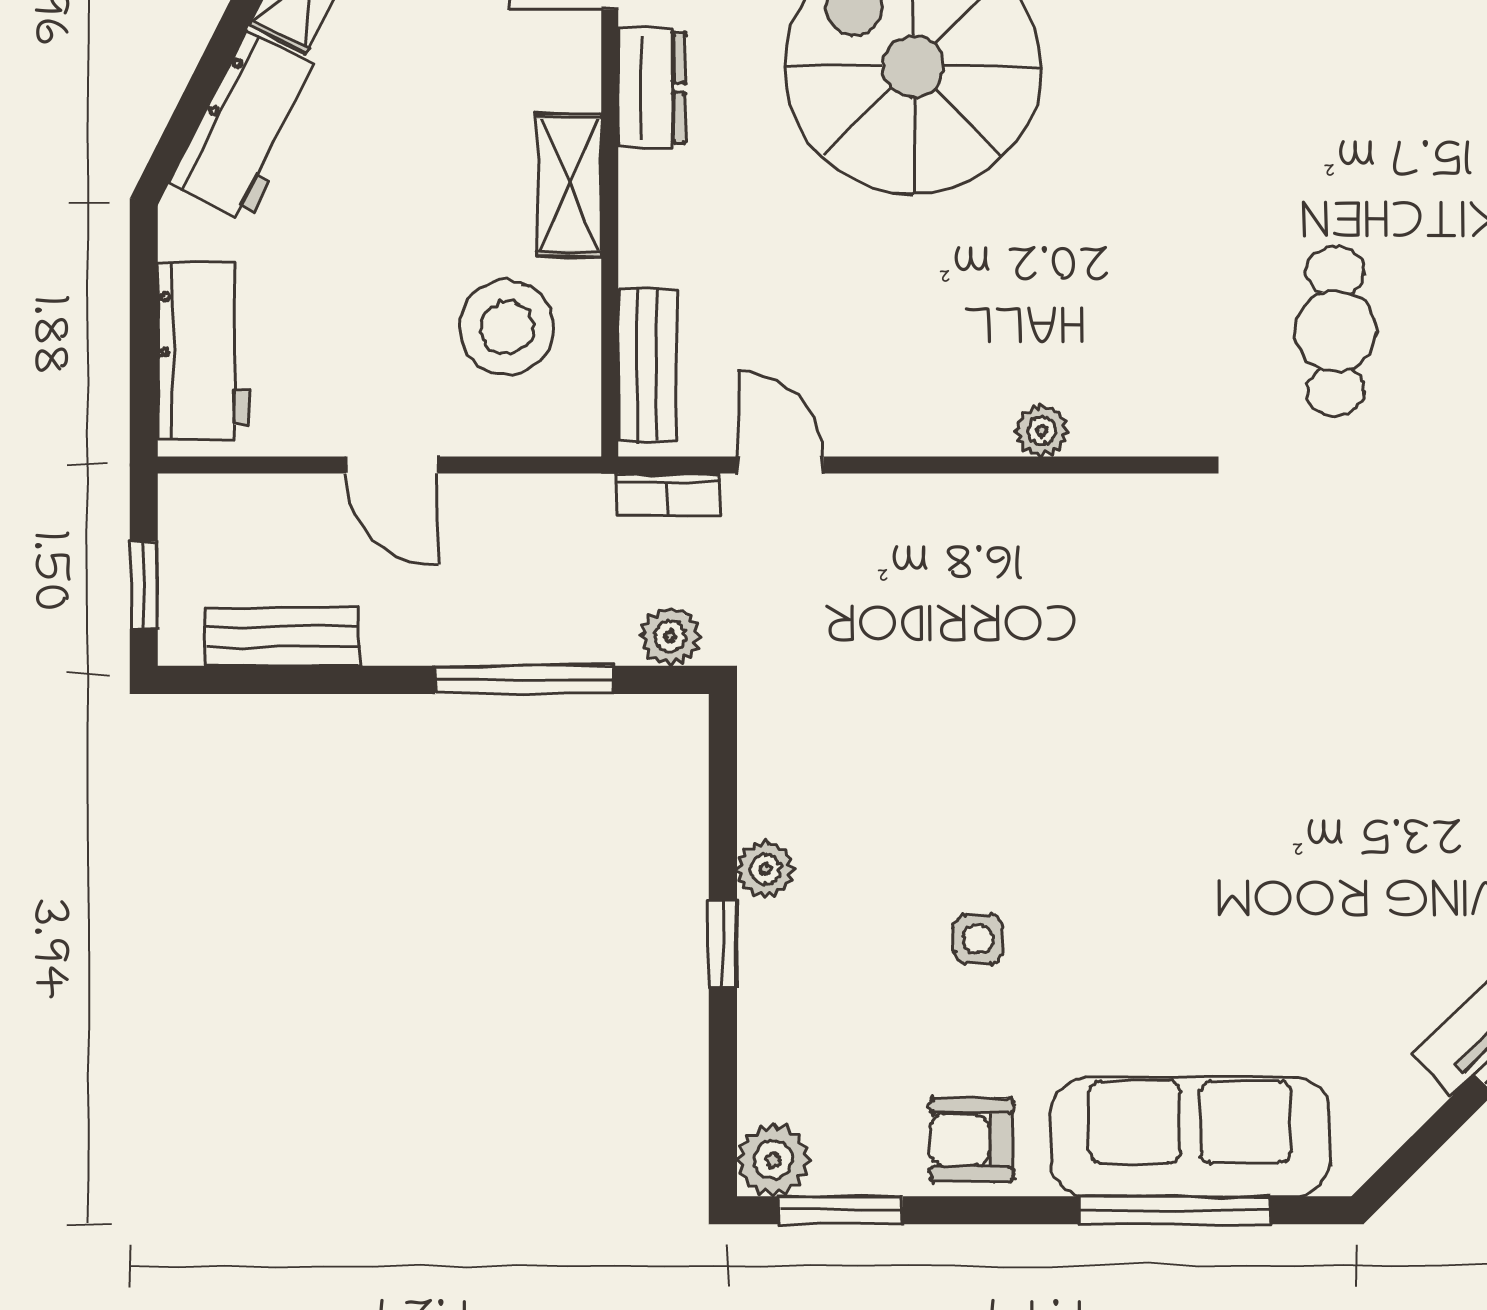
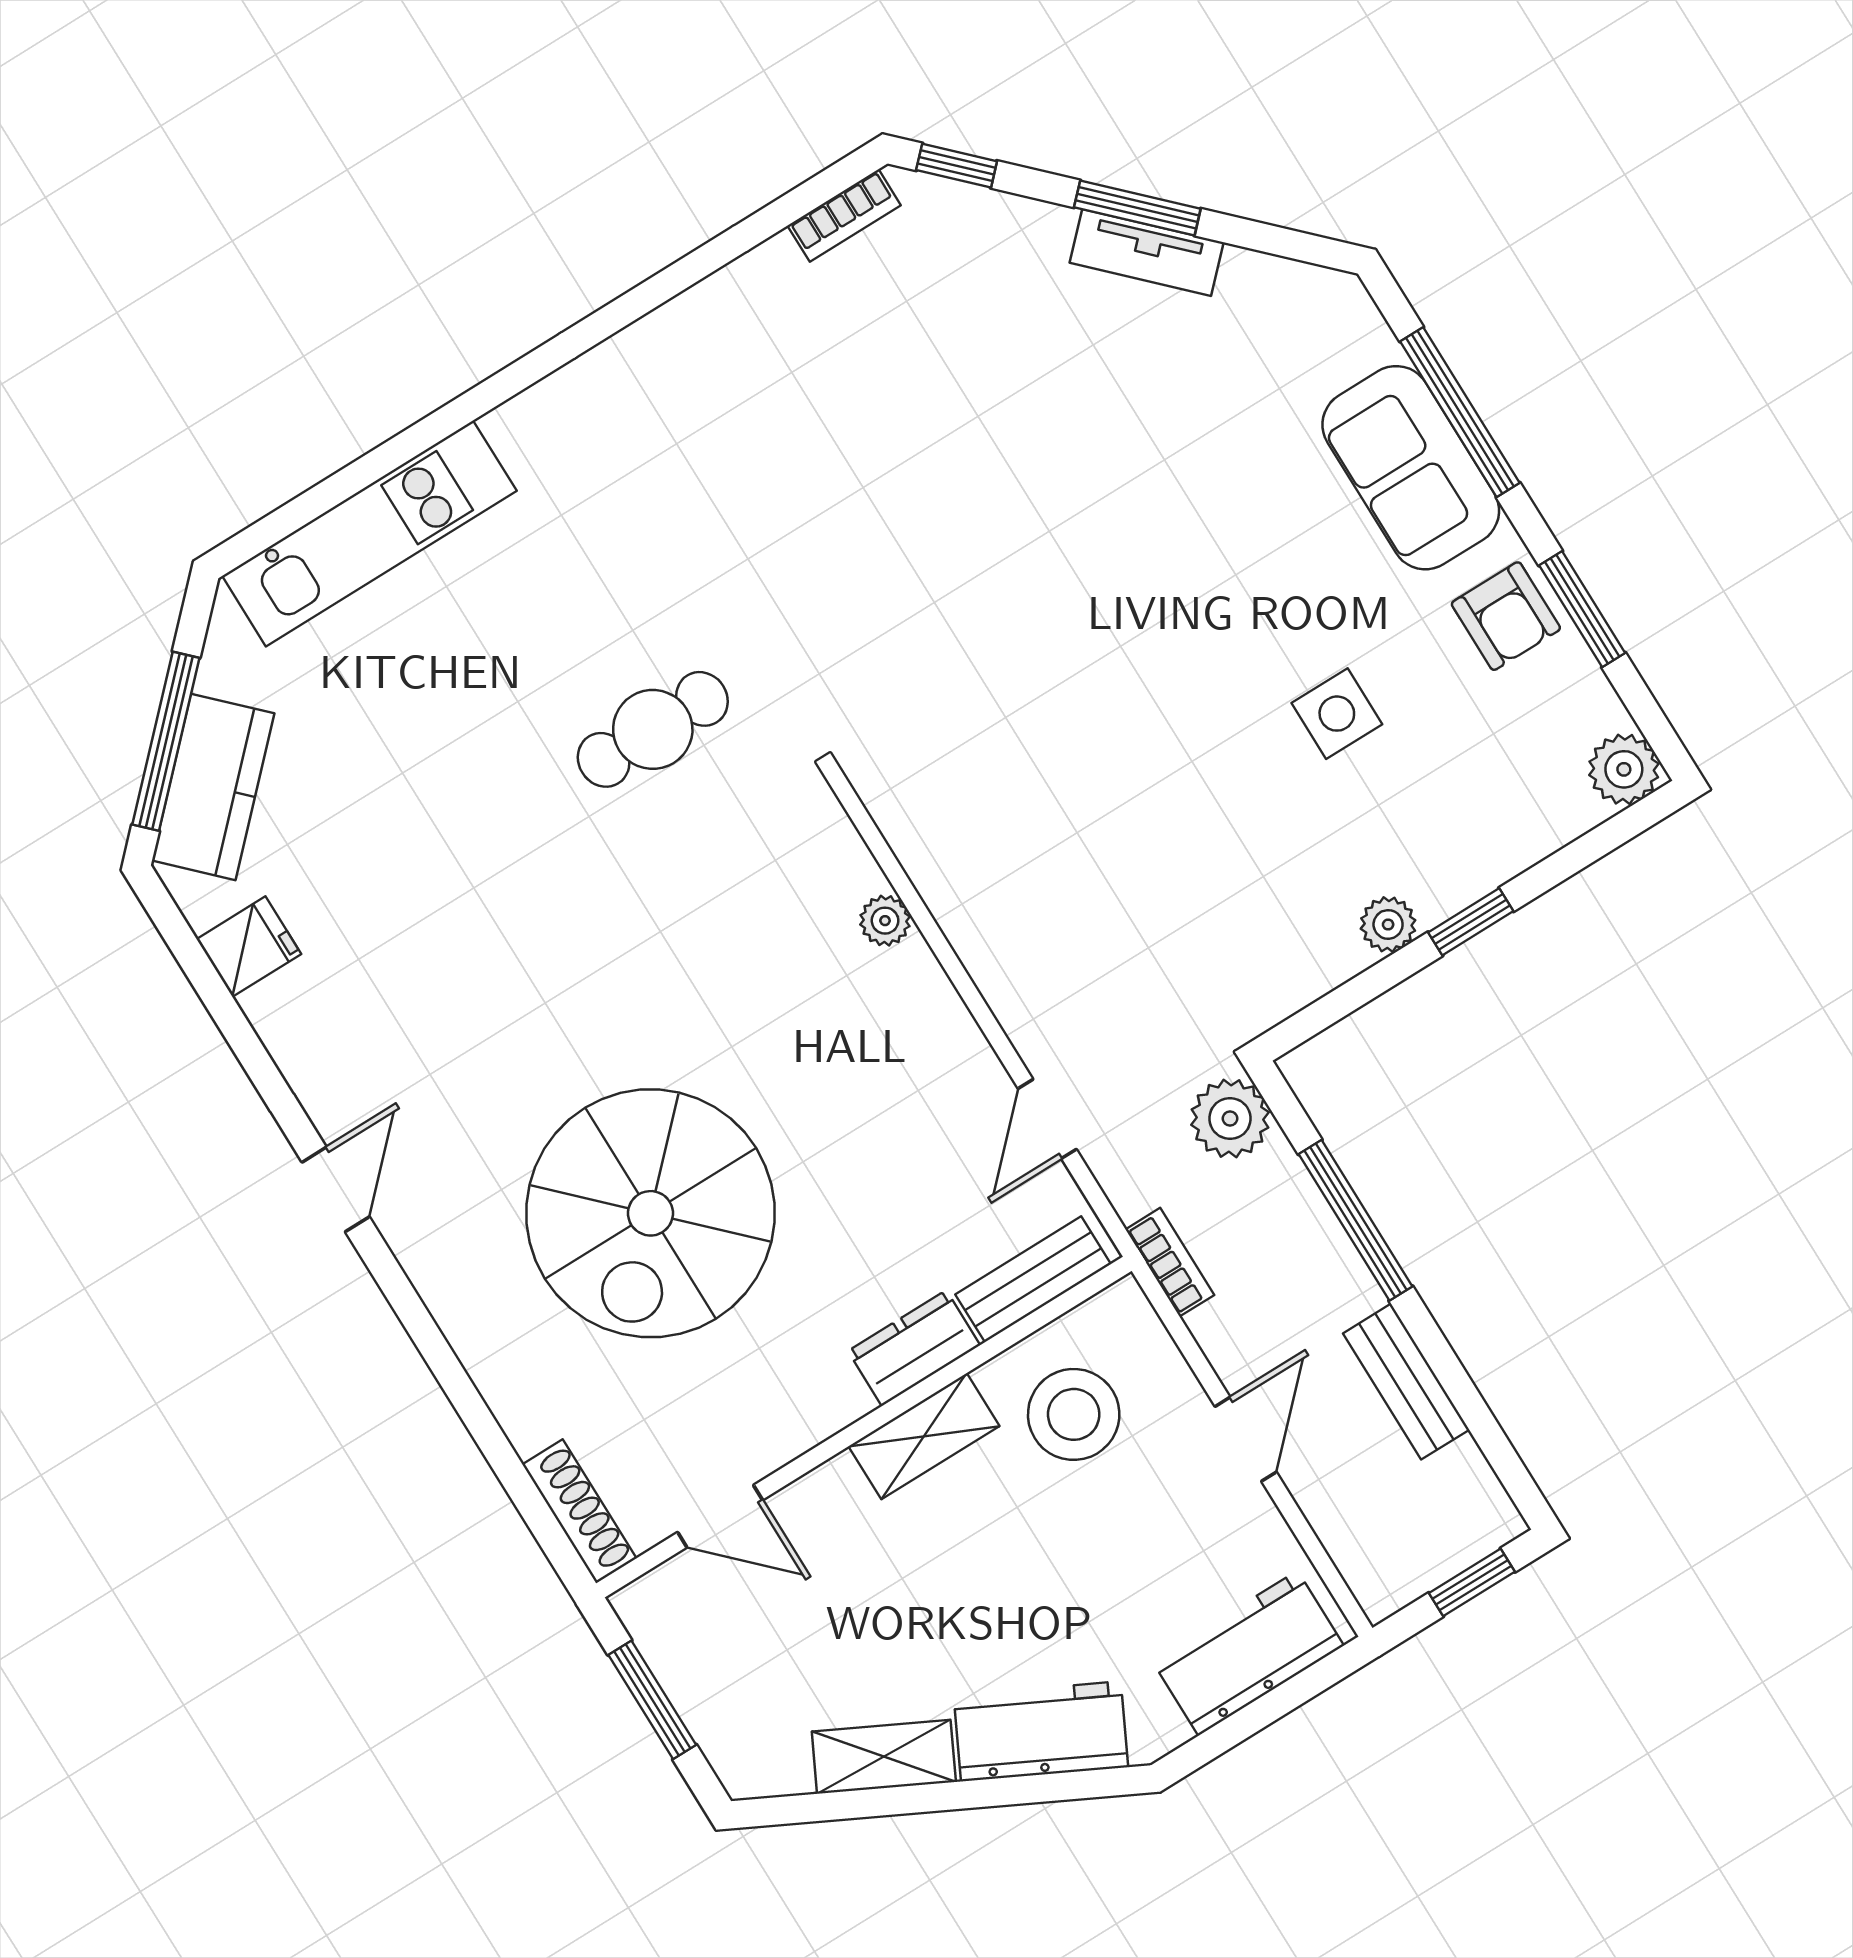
dresser: (652, 88) -> (914, 1348), moved
bookcase: (668, 495) -> (1170, 1262), moved
plant: (670, 636) -> (1230, 1118), width x1.38, depth x1.38
bench: (281, 637) -> (1406, 1382), moved
side table: (978, 939) -> (1337, 714), width x1.37, depth x1.37
sofa: (1190, 1137) -> (1411, 468), width x0.73
window: (841, 1210) -> (1582, 609), moved

